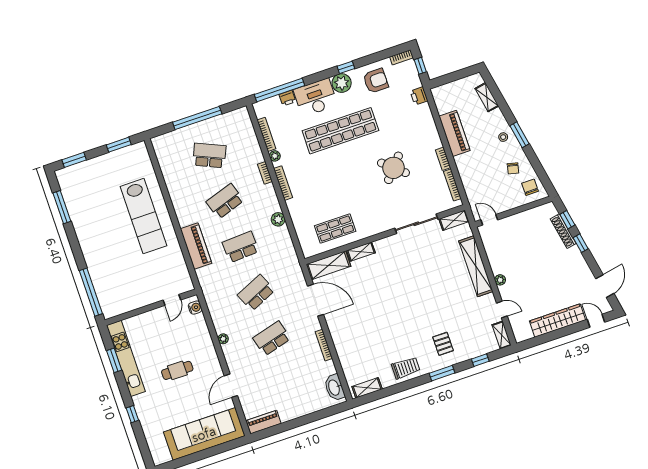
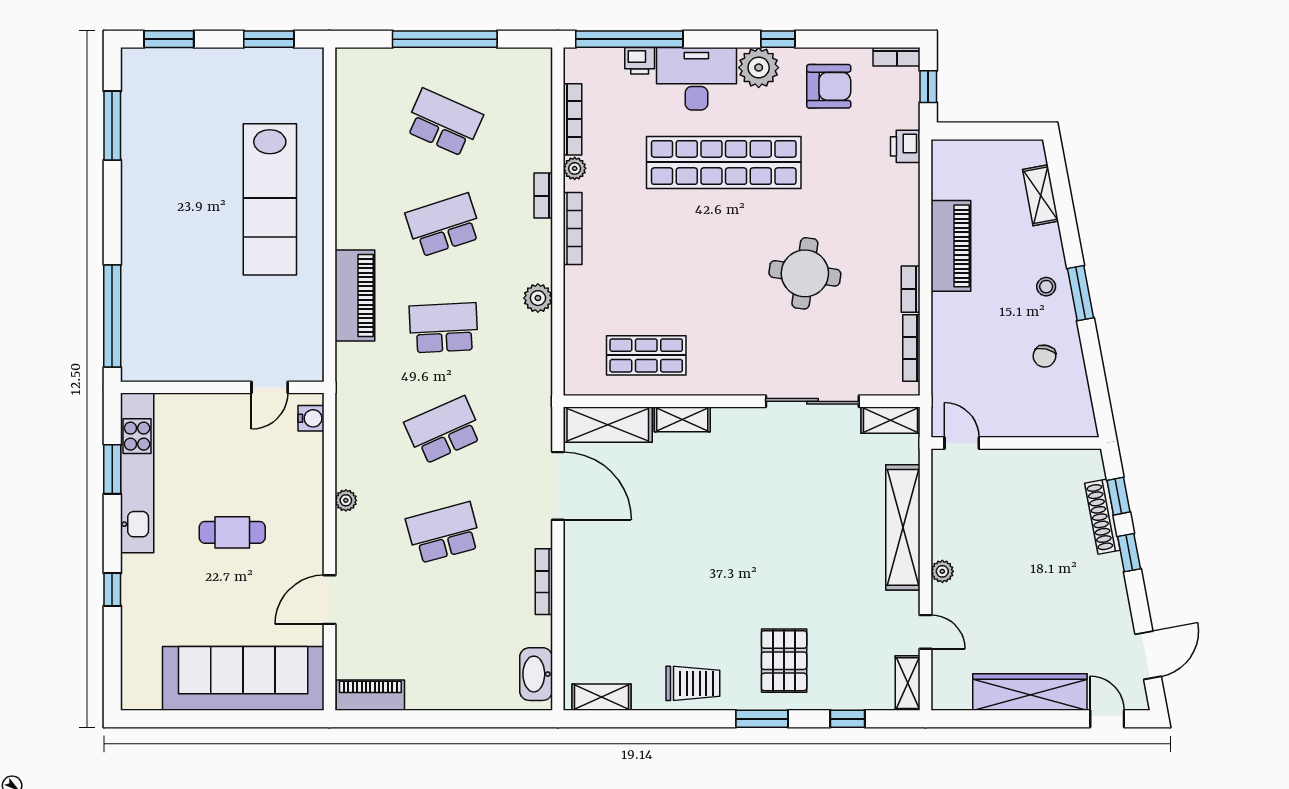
round table: (393, 168) -> (805, 273), turned -33
chair: (530, 187) -> (1066, 406), removed
pallet: (443, 344) -> (784, 661), width x1.50, depth x1.42

